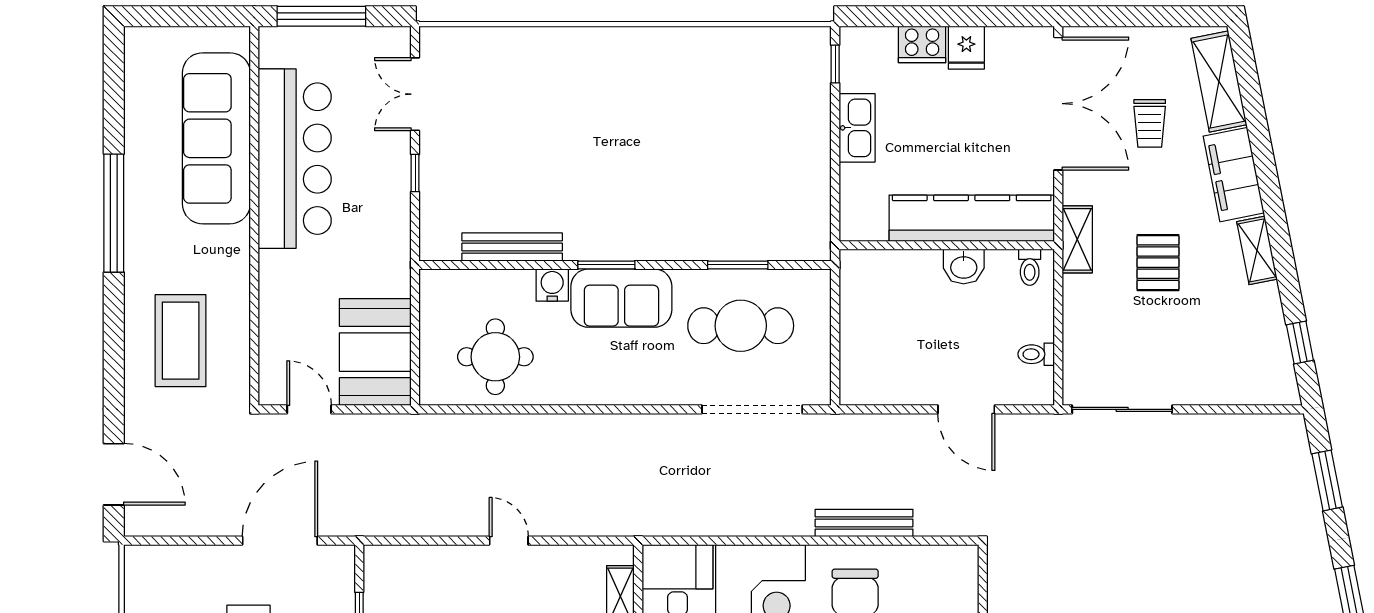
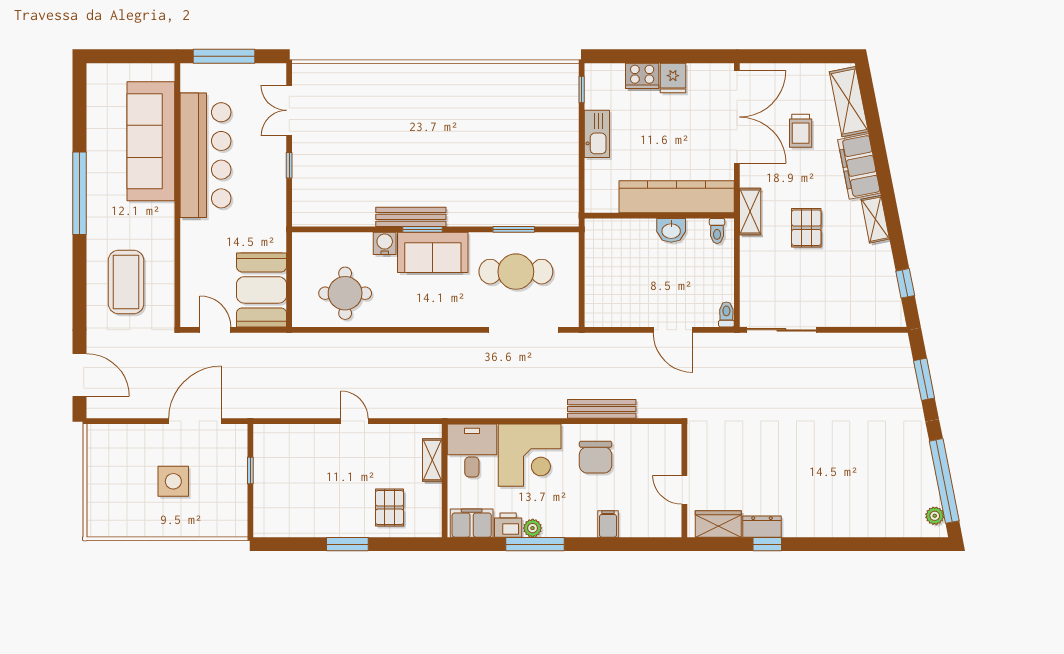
bench: (512, 247) -> (411, 217), moved
toilet: (1036, 354) -> (726, 314), moved, turned 90

